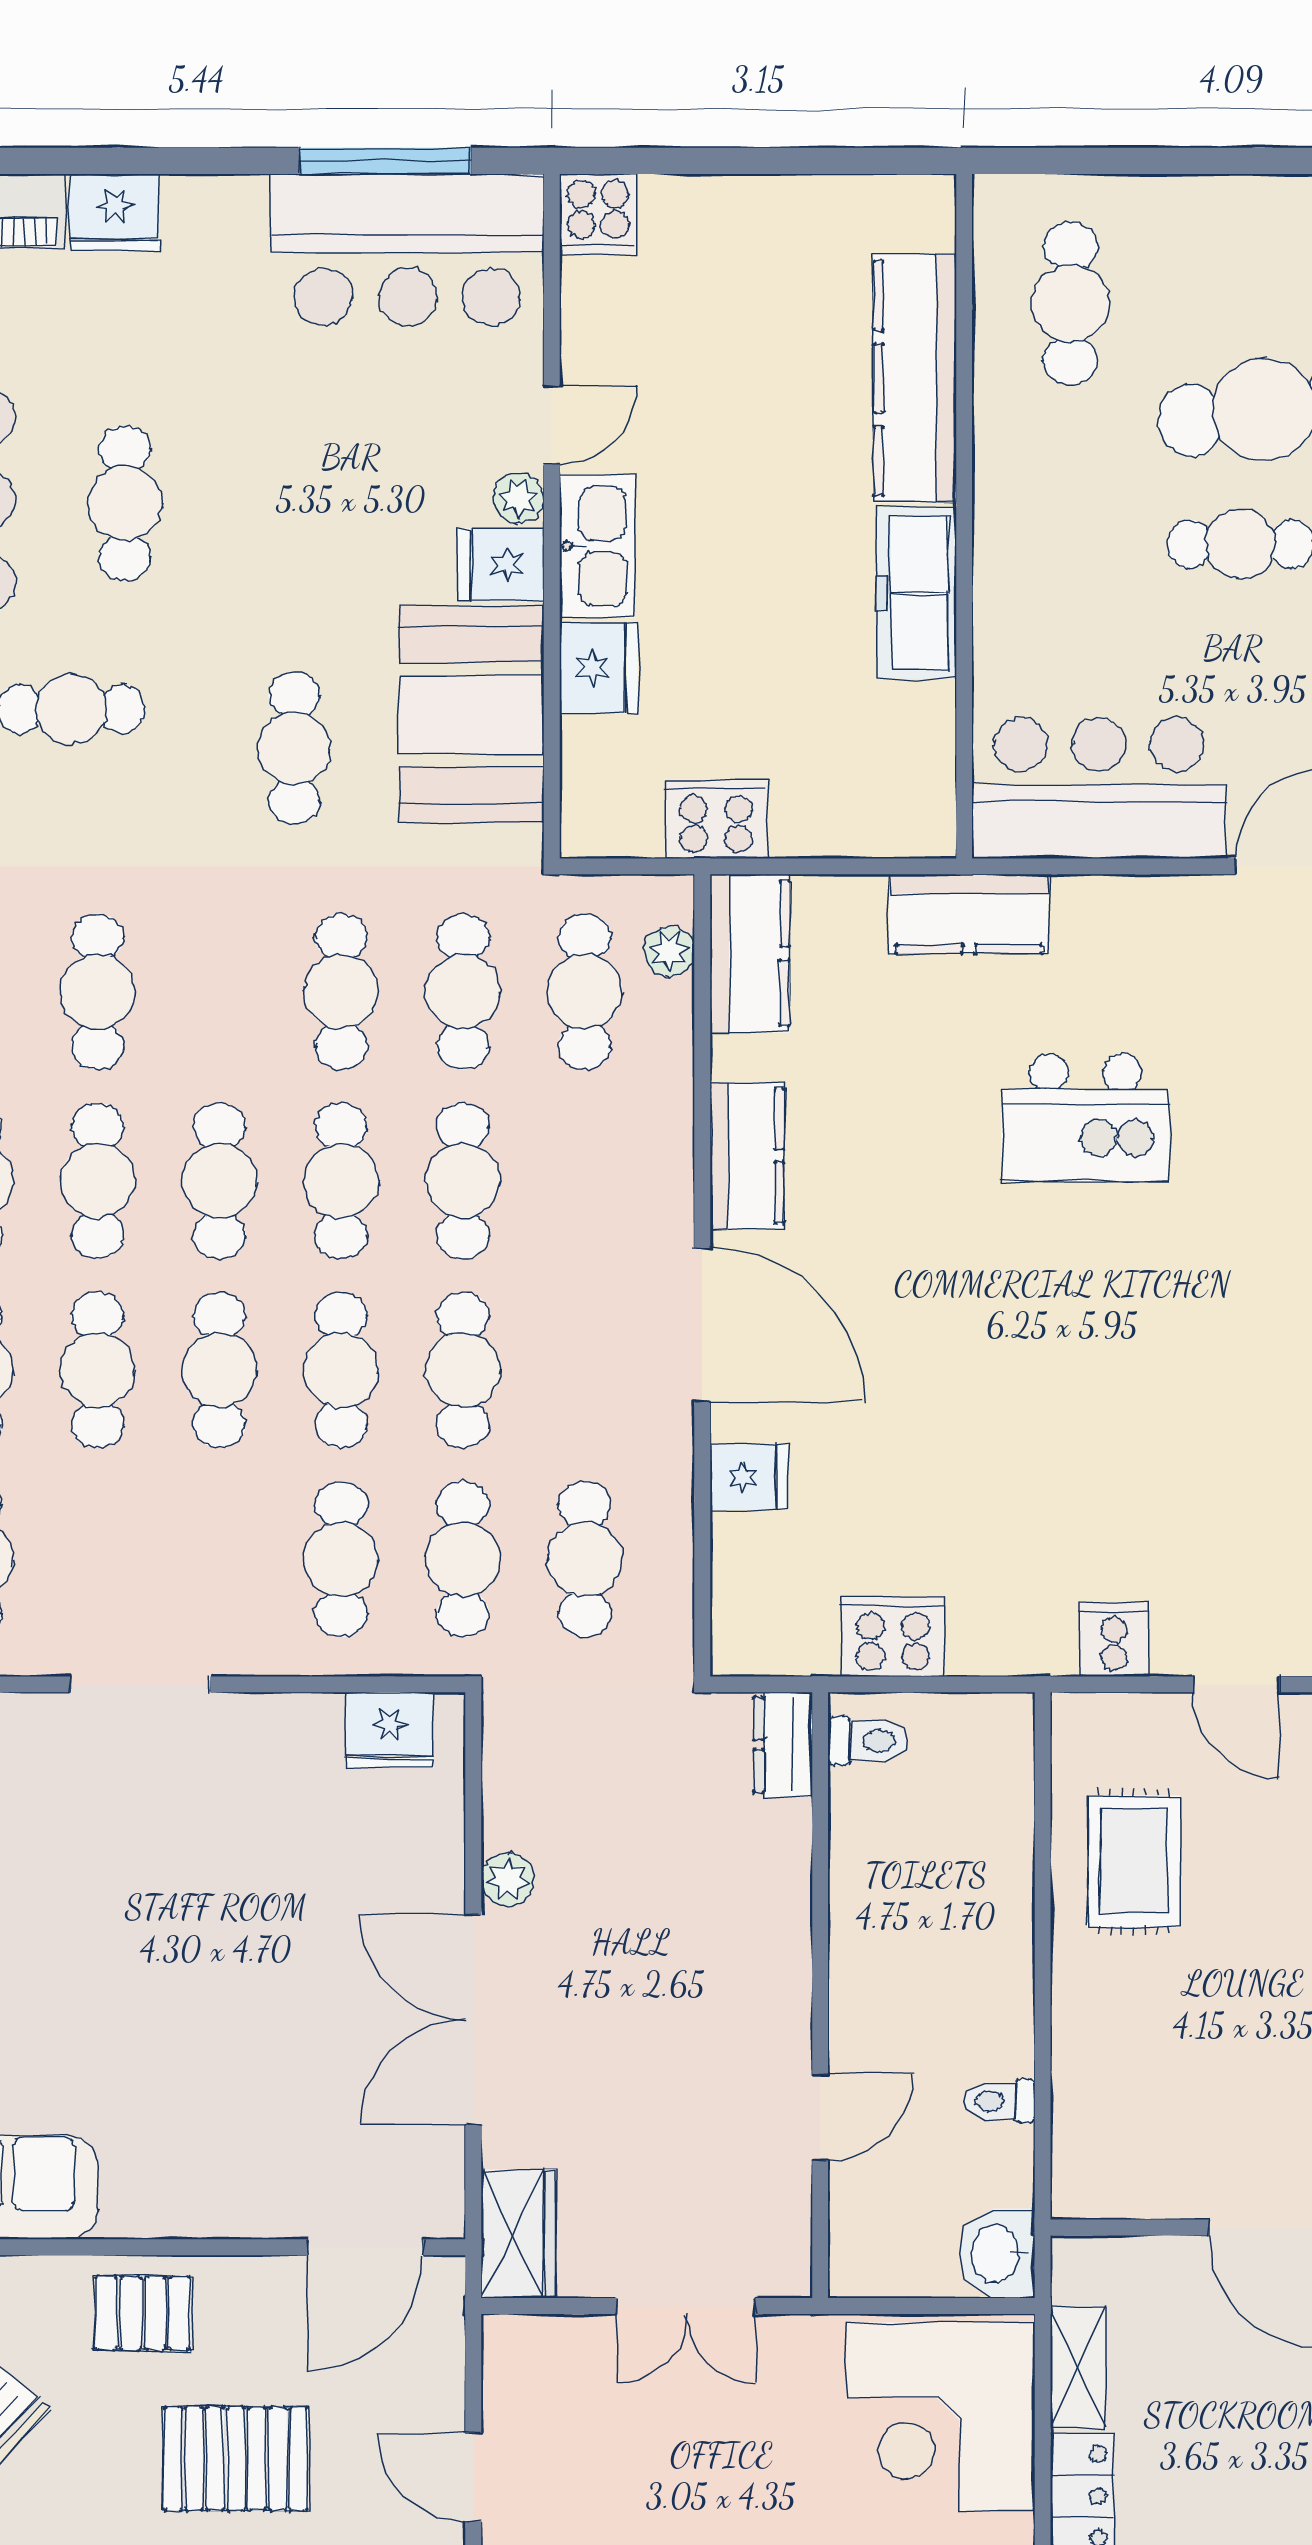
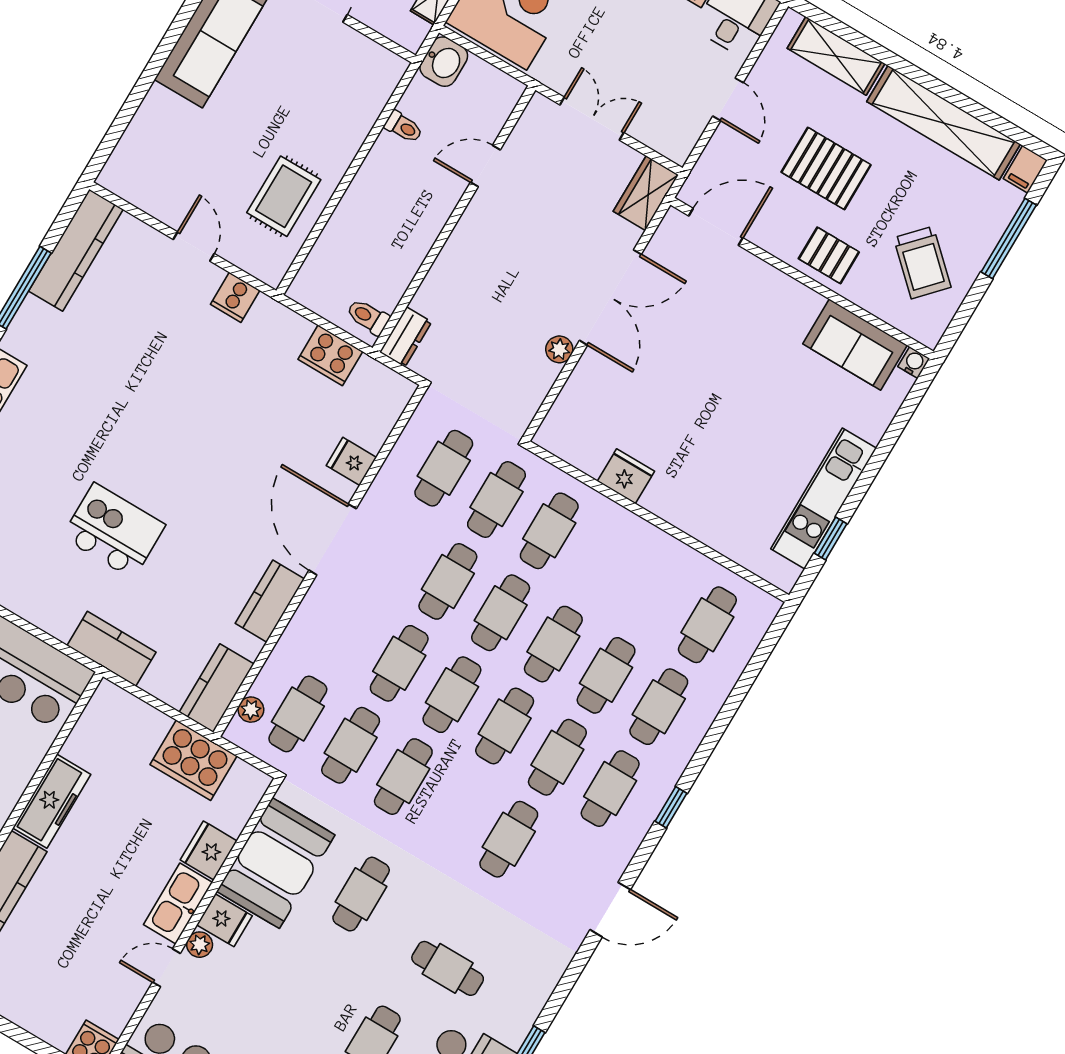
cooker: (716, 819) -> (193, 760), width x1.37, depth x1.31
doorway: (140, 1684) -> (668, 528), removed
fridge: (389, 1730) -> (626, 476), moved

